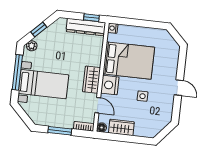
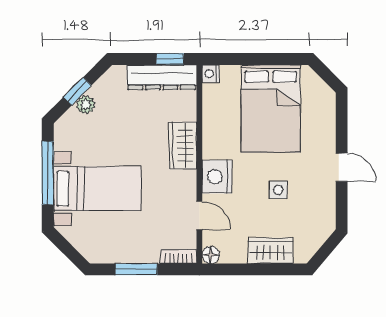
plant: (32, 46) -> (86, 105), moved
bed: (129, 61) -> (271, 109), moved, turned 90
wardrobe: (92, 80) -> (183, 146), moved
wardrobe: (121, 127) -> (271, 251), moved

